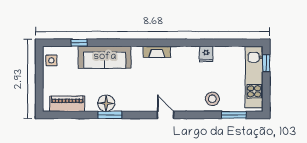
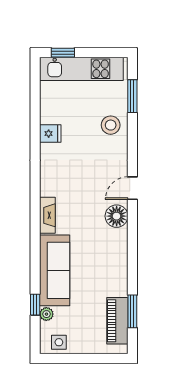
plant: (72, 51) -> (46, 314), added
fireplace: (157, 52) -> (47, 215), moved
floor lamp: (106, 103) -> (117, 216), moved
window: (110, 115) -> (132, 311), moved

